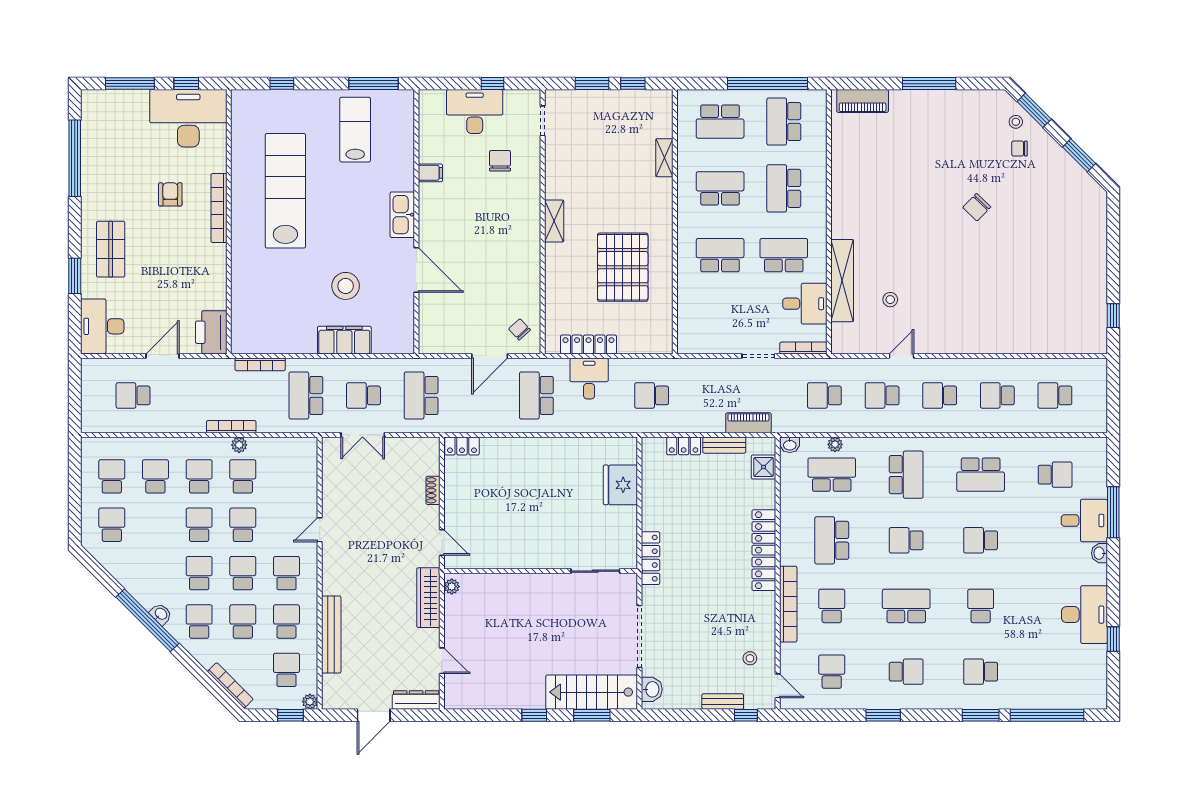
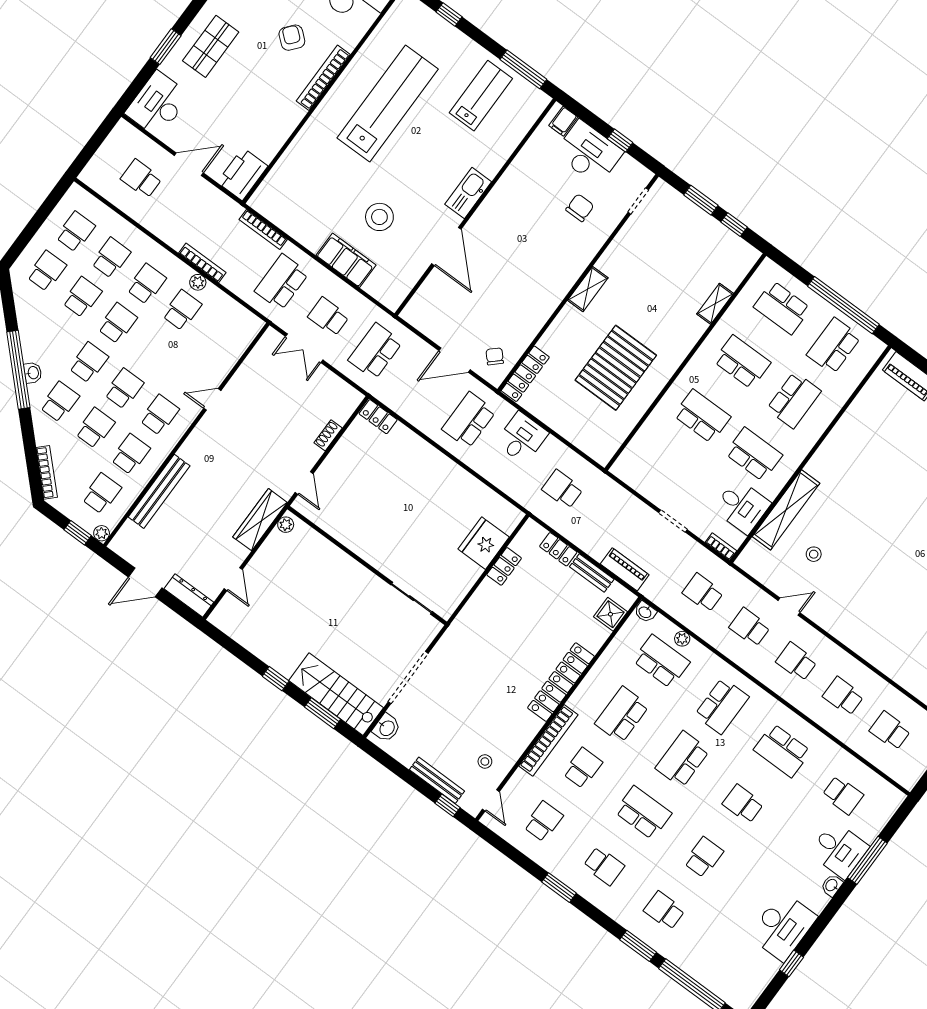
filing cabinet: (430, 173) -> (563, 121), moved, turned 90
school desk: (784, 188) -> (794, 400), turned 180
armchair: (170, 194) -> (292, 38), turned -50
locker: (588, 345) -> (525, 374), moved, turned 90
bookcase: (803, 348) -> (721, 547), width x0.64
school desk: (243, 525) -> (82, 297), moved
school desk: (906, 540) -> (682, 759), width x1.85
locker: (650, 558) -> (504, 566), moved, width x0.66
bench: (723, 701) -> (437, 780), width x1.36

